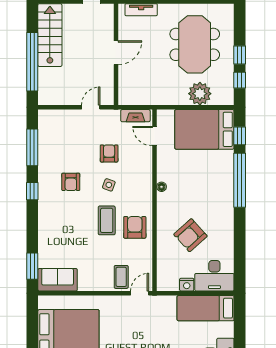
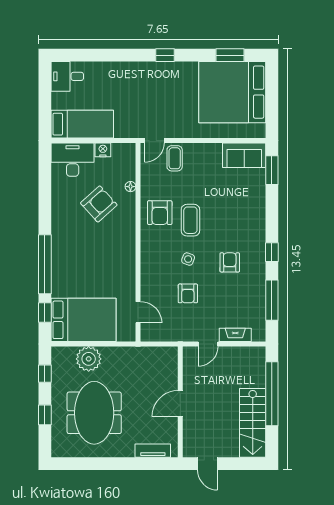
window: (240, 55) -> (45, 415), moved
fireplace: (135, 116) -> (235, 335), moved
floor lamp: (162, 187) -> (130, 187), moved

